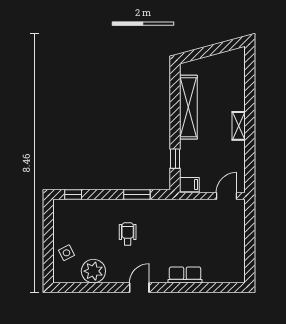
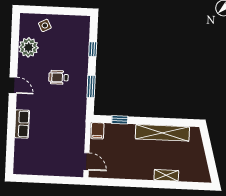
shelving: (239, 126) -> (166, 175), moved
window: (73, 195) -> (93, 49), moved
wheelchair: (128, 234) -> (58, 77), turned 180

